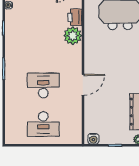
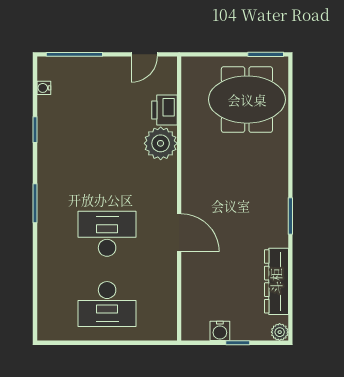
door: (83, 85) -> (179, 233), hinge flipped
water cooler: (93, 139) -> (220, 331), moved

